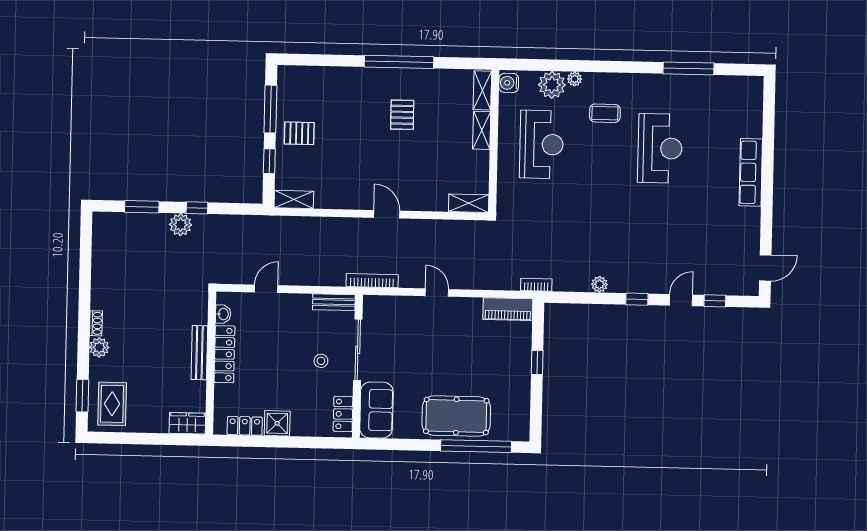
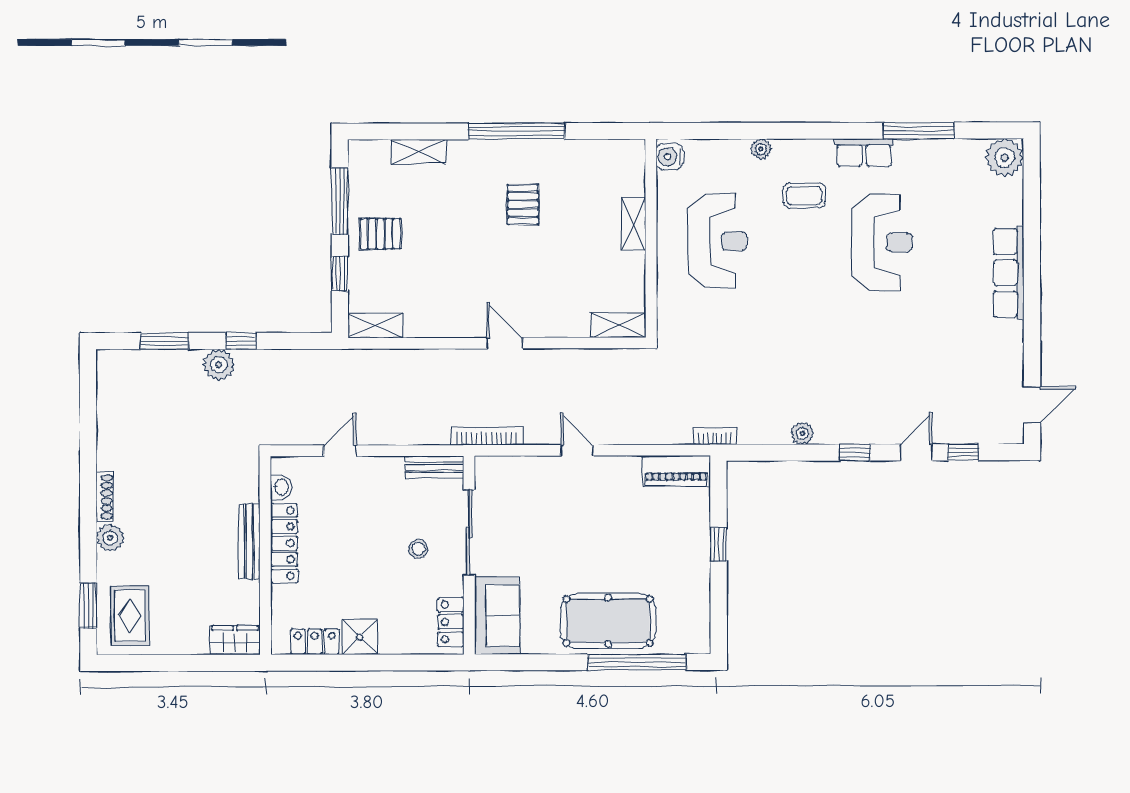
row of seats: (649, 83) -> (864, 153), added
plant: (552, 85) -> (1005, 157), moved
shelving: (482, 90) -> (419, 152), moved, turned 90
shoe rack: (96, 323) -> (105, 497), width x1.43

